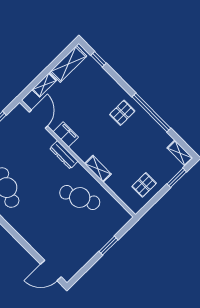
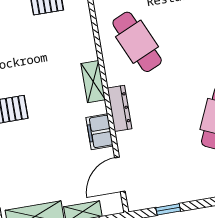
shelving: (98, 169) -> (93, 82), moved

